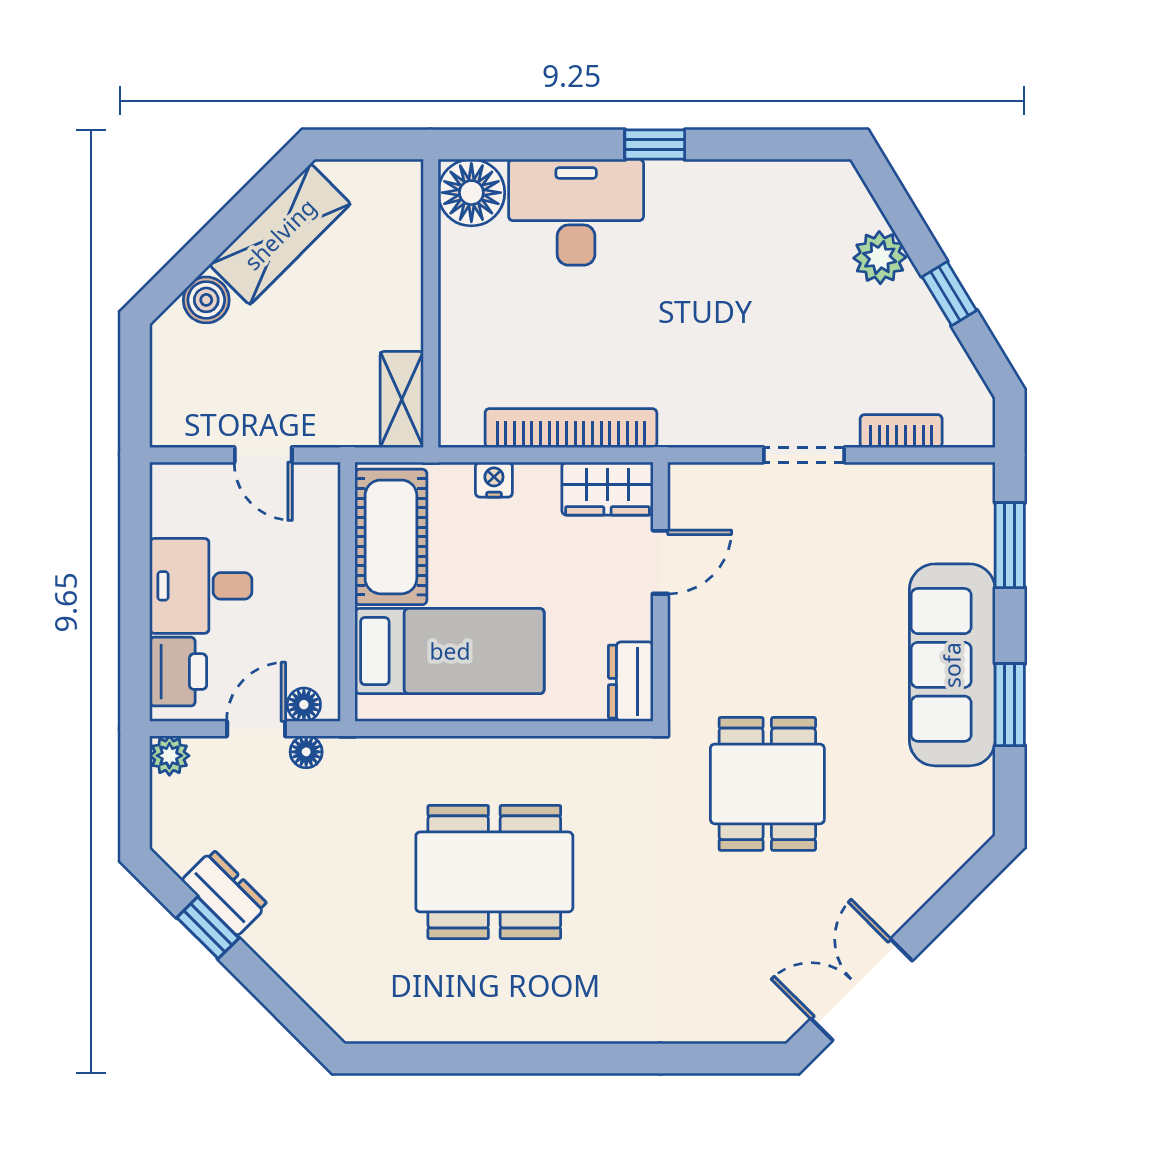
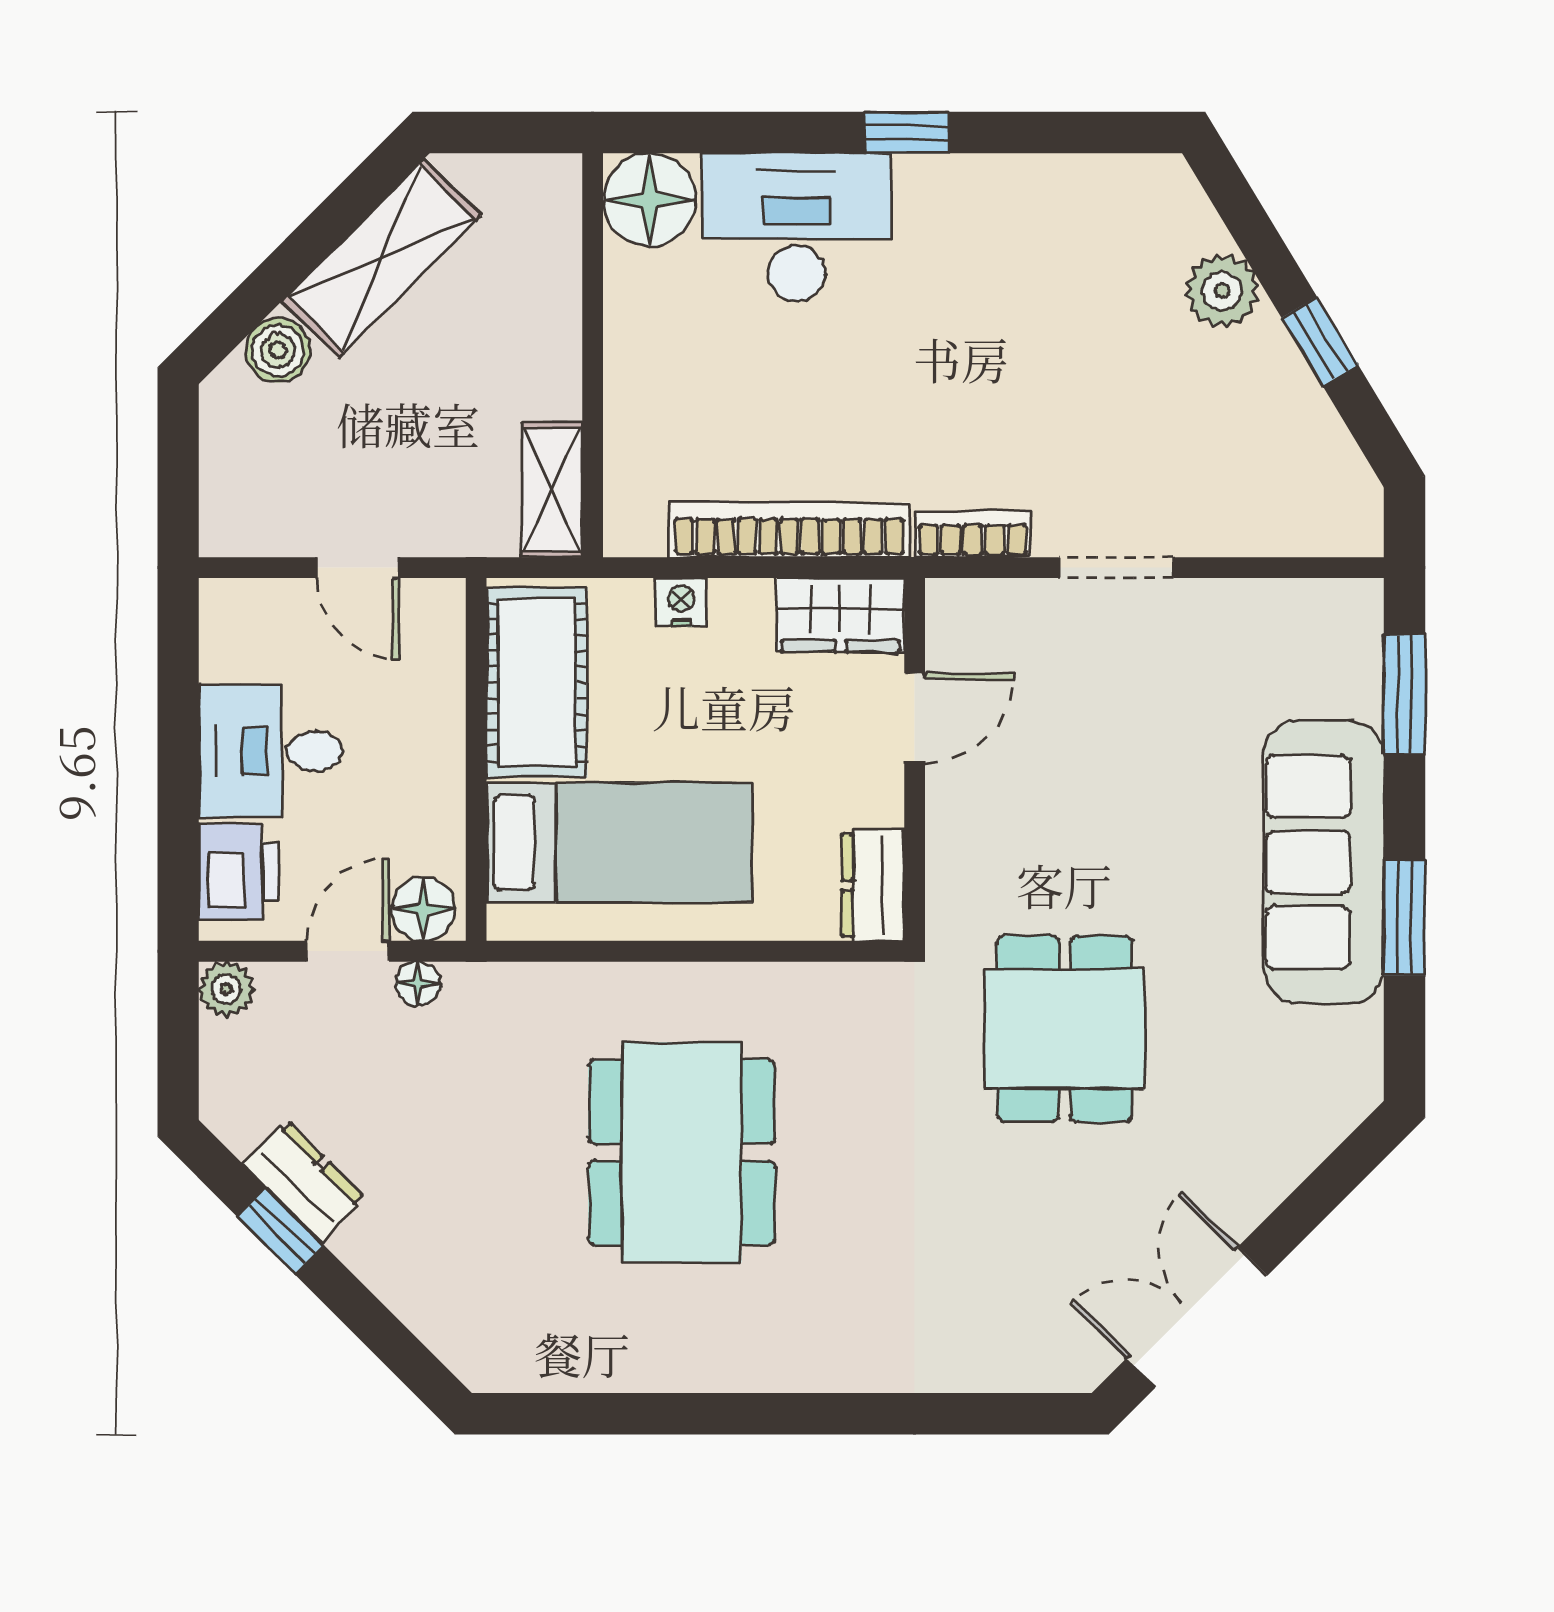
bookcase: (901, 431) -> (973, 534), moved
floor lamp: (304, 705) -> (423, 909), width x1.37, depth x1.37
dining table: (494, 872) -> (682, 1152), turned 90

